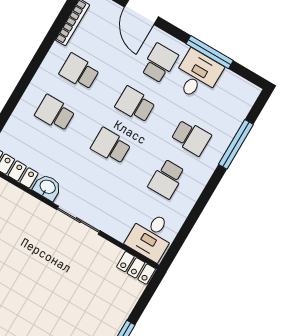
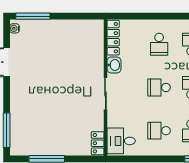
school desk: (55, 113) -> (159, 44), turned 180
school desk: (111, 146) -> (159, 87), turned -90

